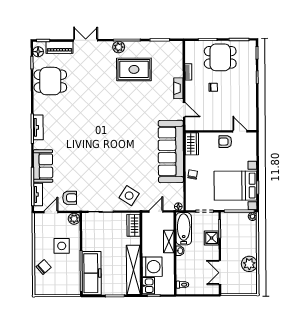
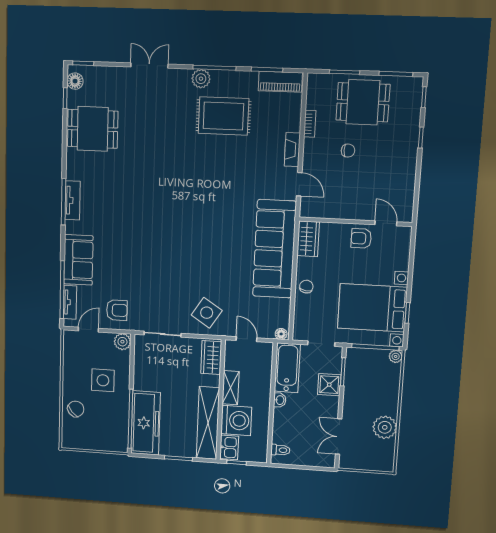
piano: (60, 48) -> (280, 82), moved
door: (156, 211) -> (247, 339), hinge flipped
shelving: (169, 242) -> (231, 388), moved

